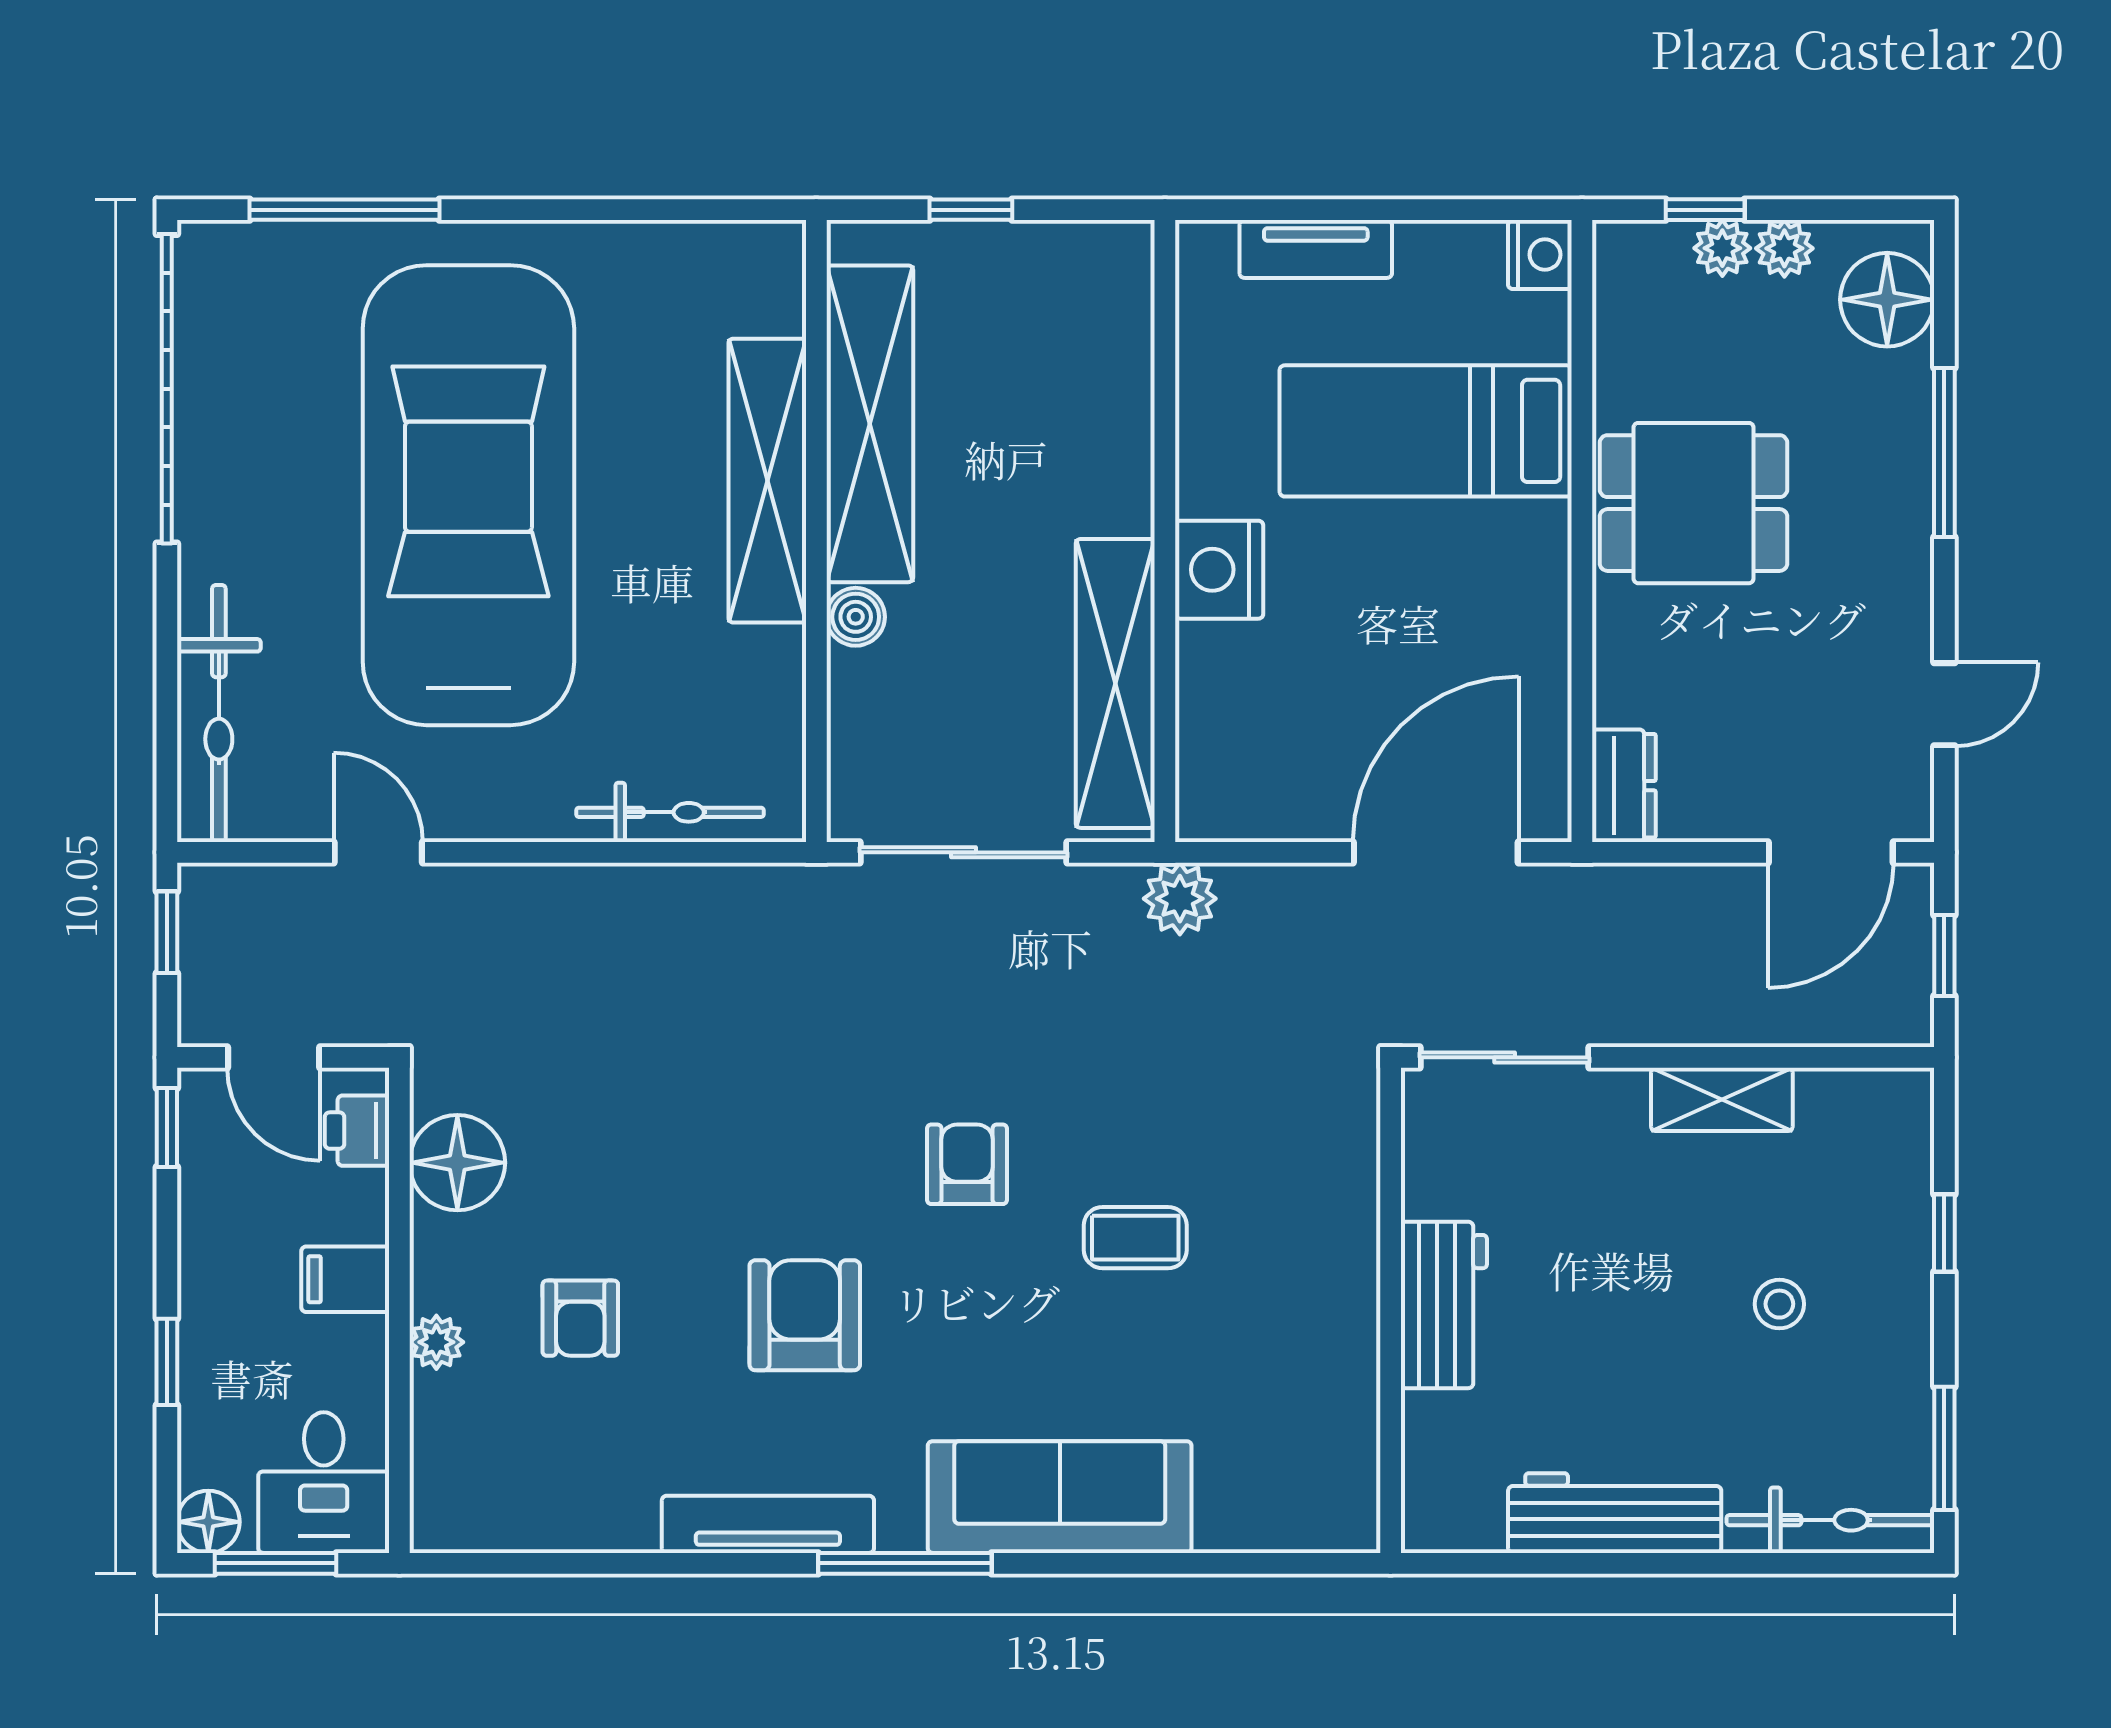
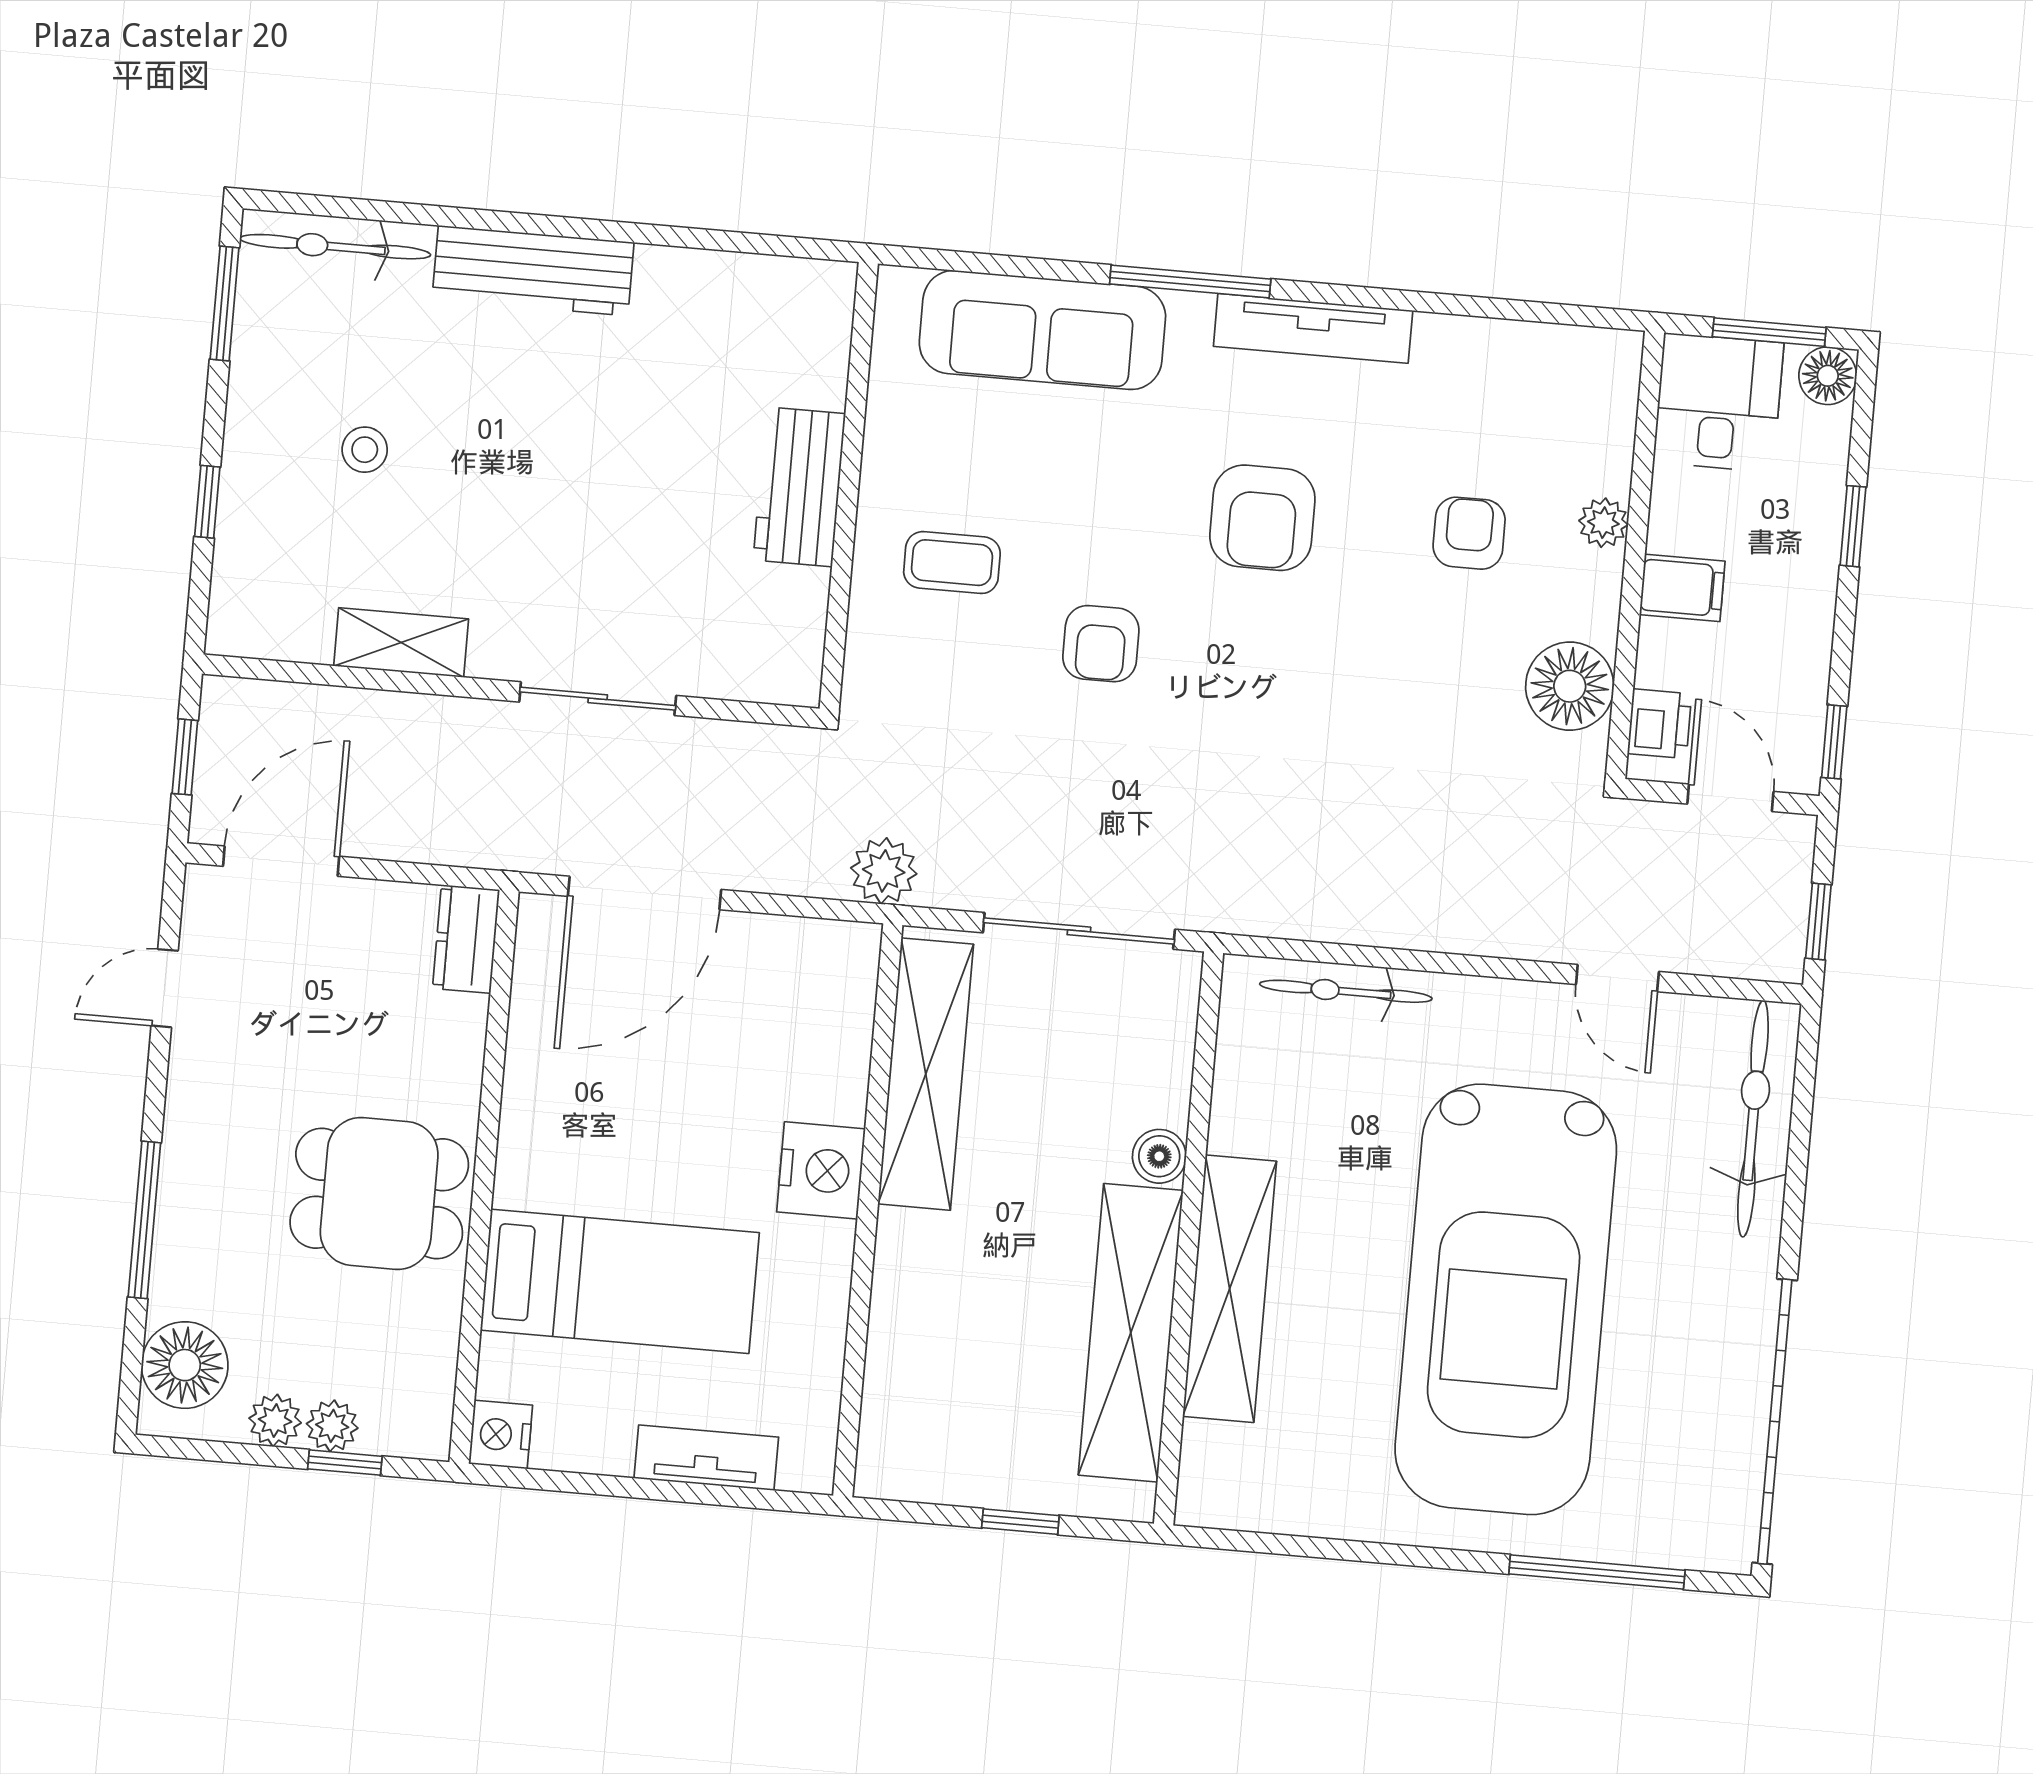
workbench: (1444, 1305) -> (799, 487), moved
wall: (1391, 1310) -> (849, 486), moved

